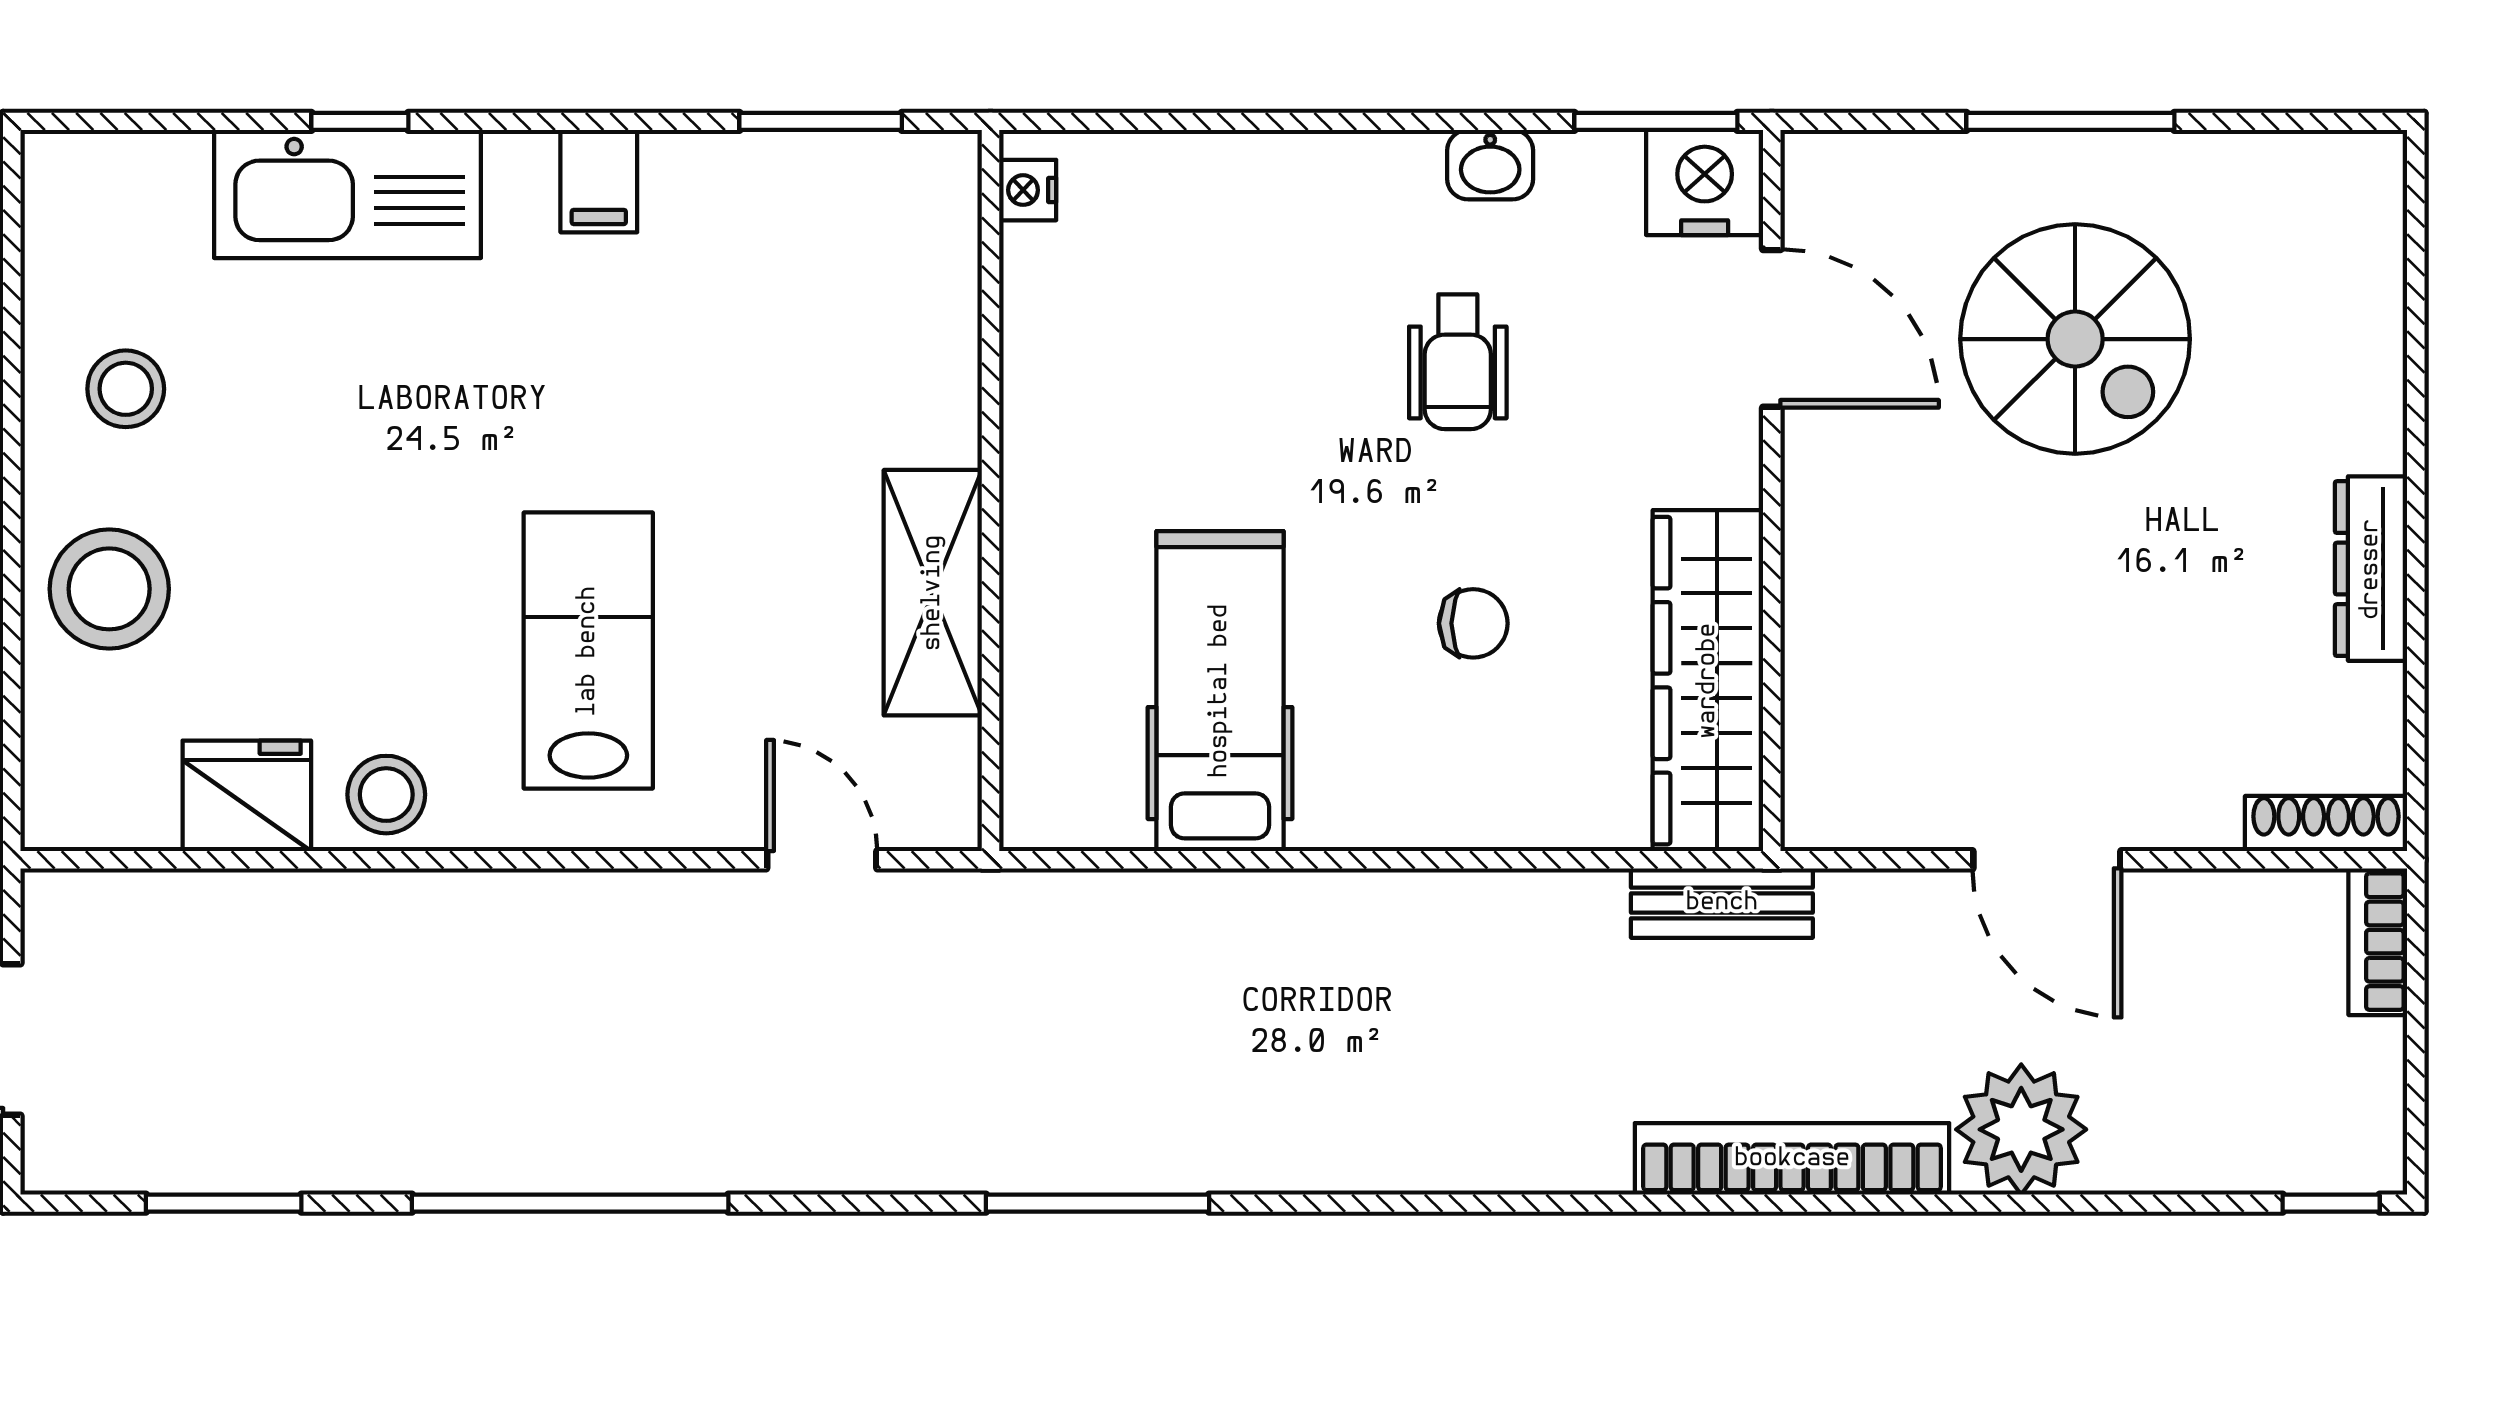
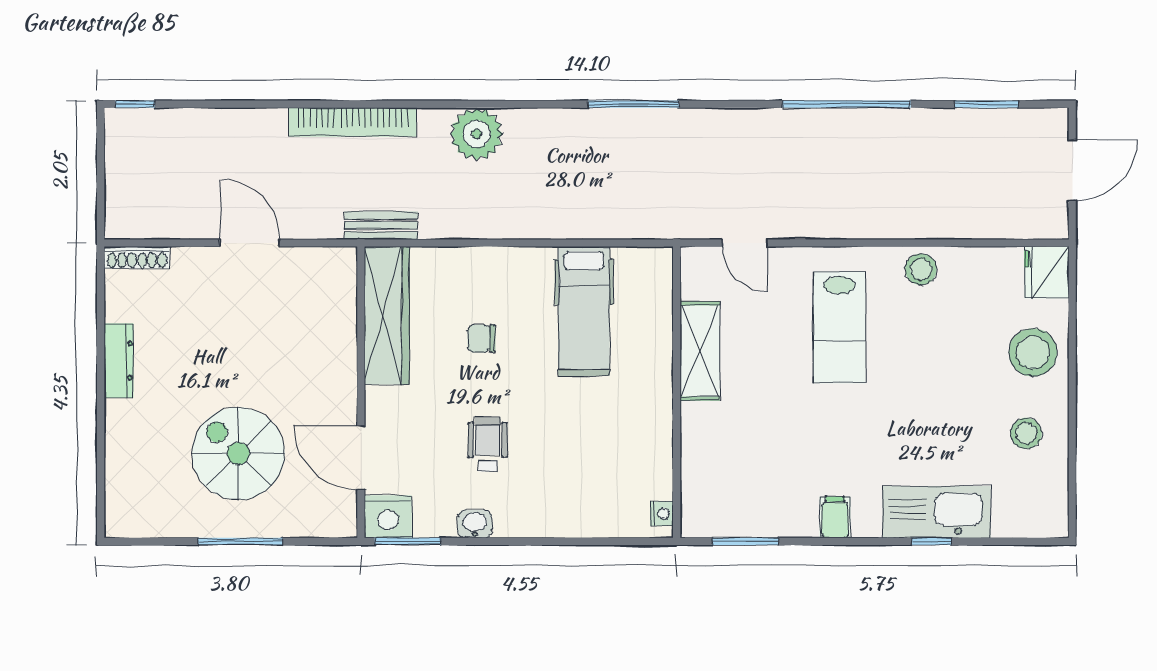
fridge: (247, 796) -> (1046, 272), moved, turned 90
bookcase: (2378, 942) -> (116, 210), removed
plant: (2021, 1129) -> (477, 134), moved

